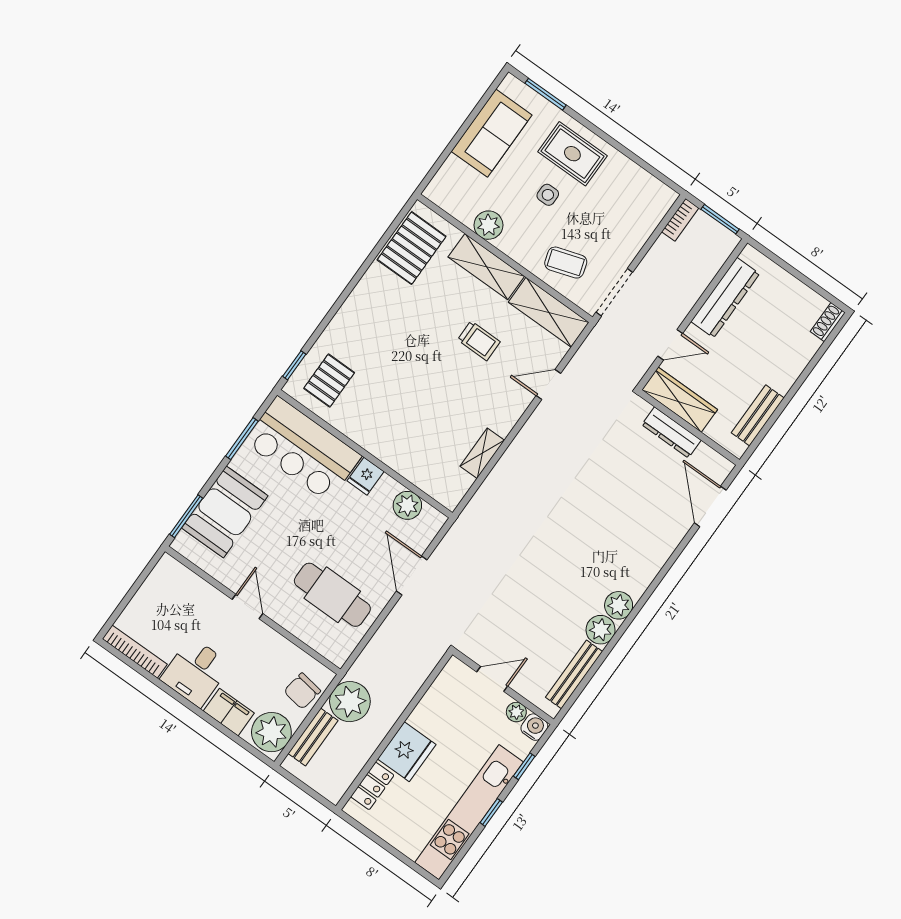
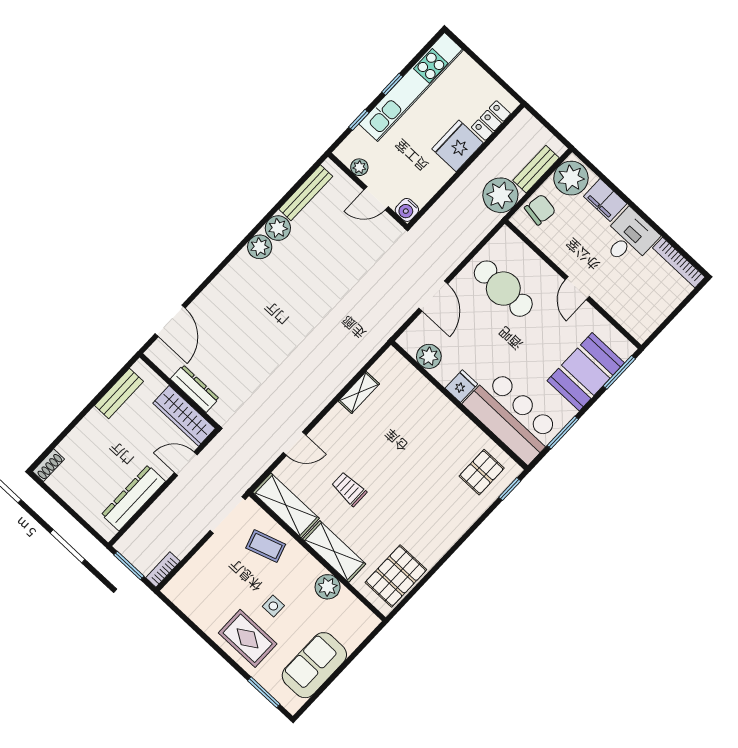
water cooler: (534, 727) -> (407, 210), moved

